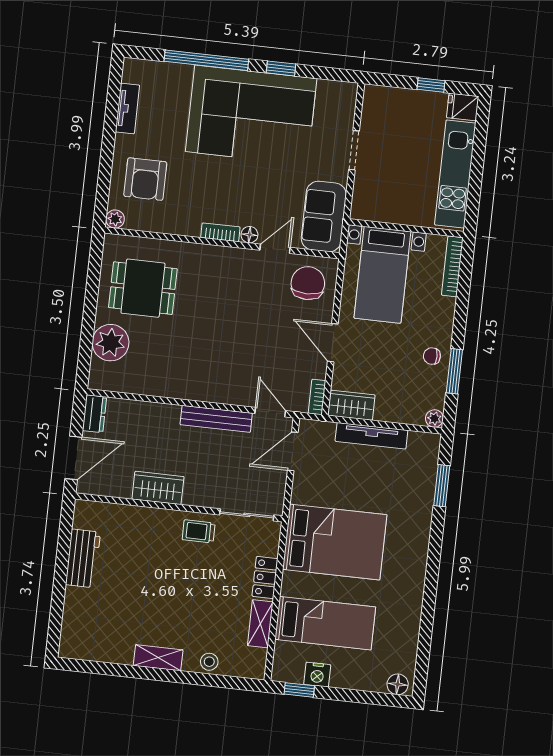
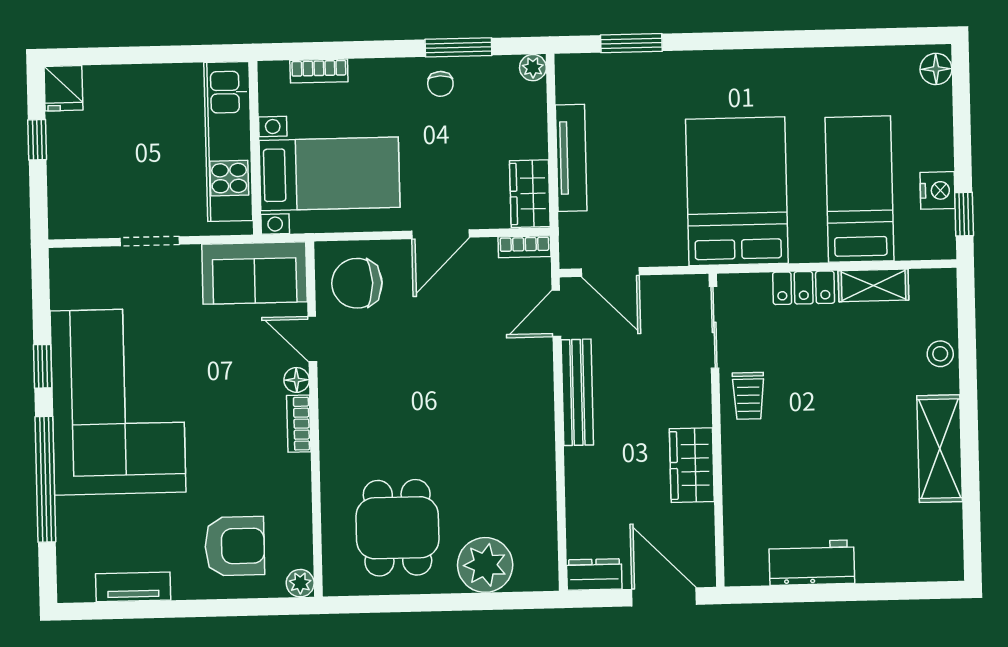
kitchen unit: (455, 174) -> (228, 141), moved, turned 90
bookcase: (452, 266) -> (319, 71), width x0.64
shelving: (158, 658) -> (940, 449), width x1.50, depth x1.33

